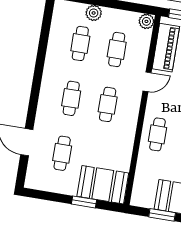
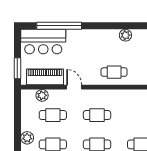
plant: (146, 21) -> (42, 95), moved

